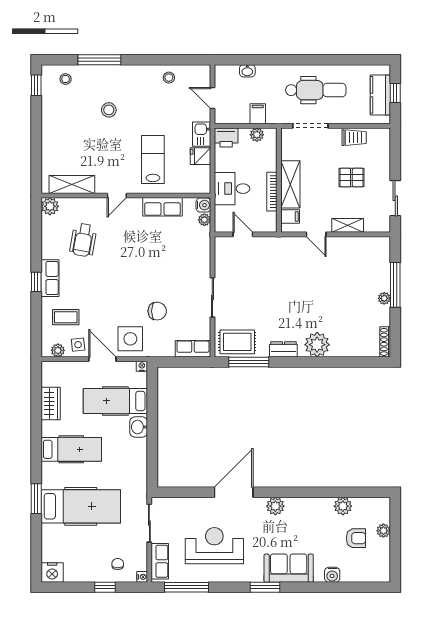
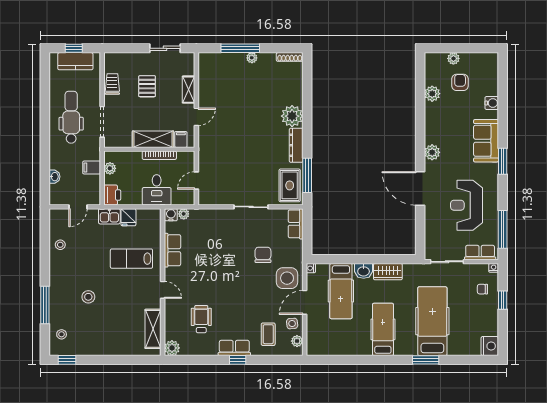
wheelchair: (83, 240) -> (201, 319), turned -100
dresser: (283, 349) -> (296, 145), width x1.44
wardrobe: (51, 403) -> (388, 272), moved, turned 180

